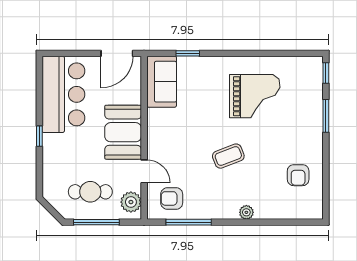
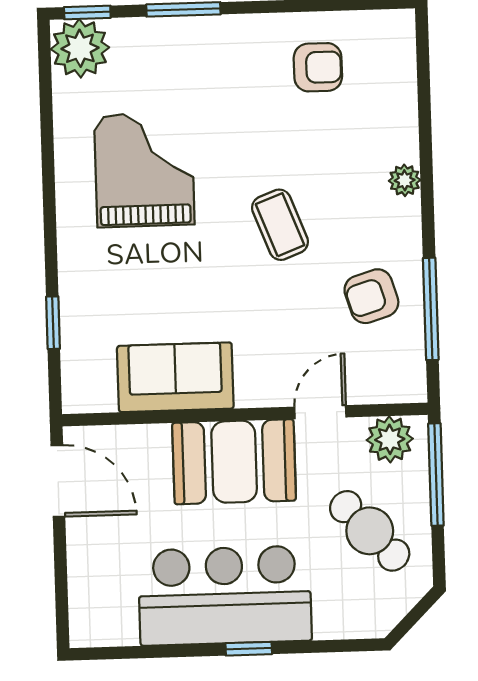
plant: (310, 69) -> (80, 48), added
sofa: (162, 82) -> (175, 377), moved
bar counter: (63, 94) -> (225, 596), moved
cafe table: (90, 192) -> (370, 531), turned -43
armchair: (172, 198) -> (371, 296), moved, turned 73
window: (96, 222) -> (436, 475), moved

